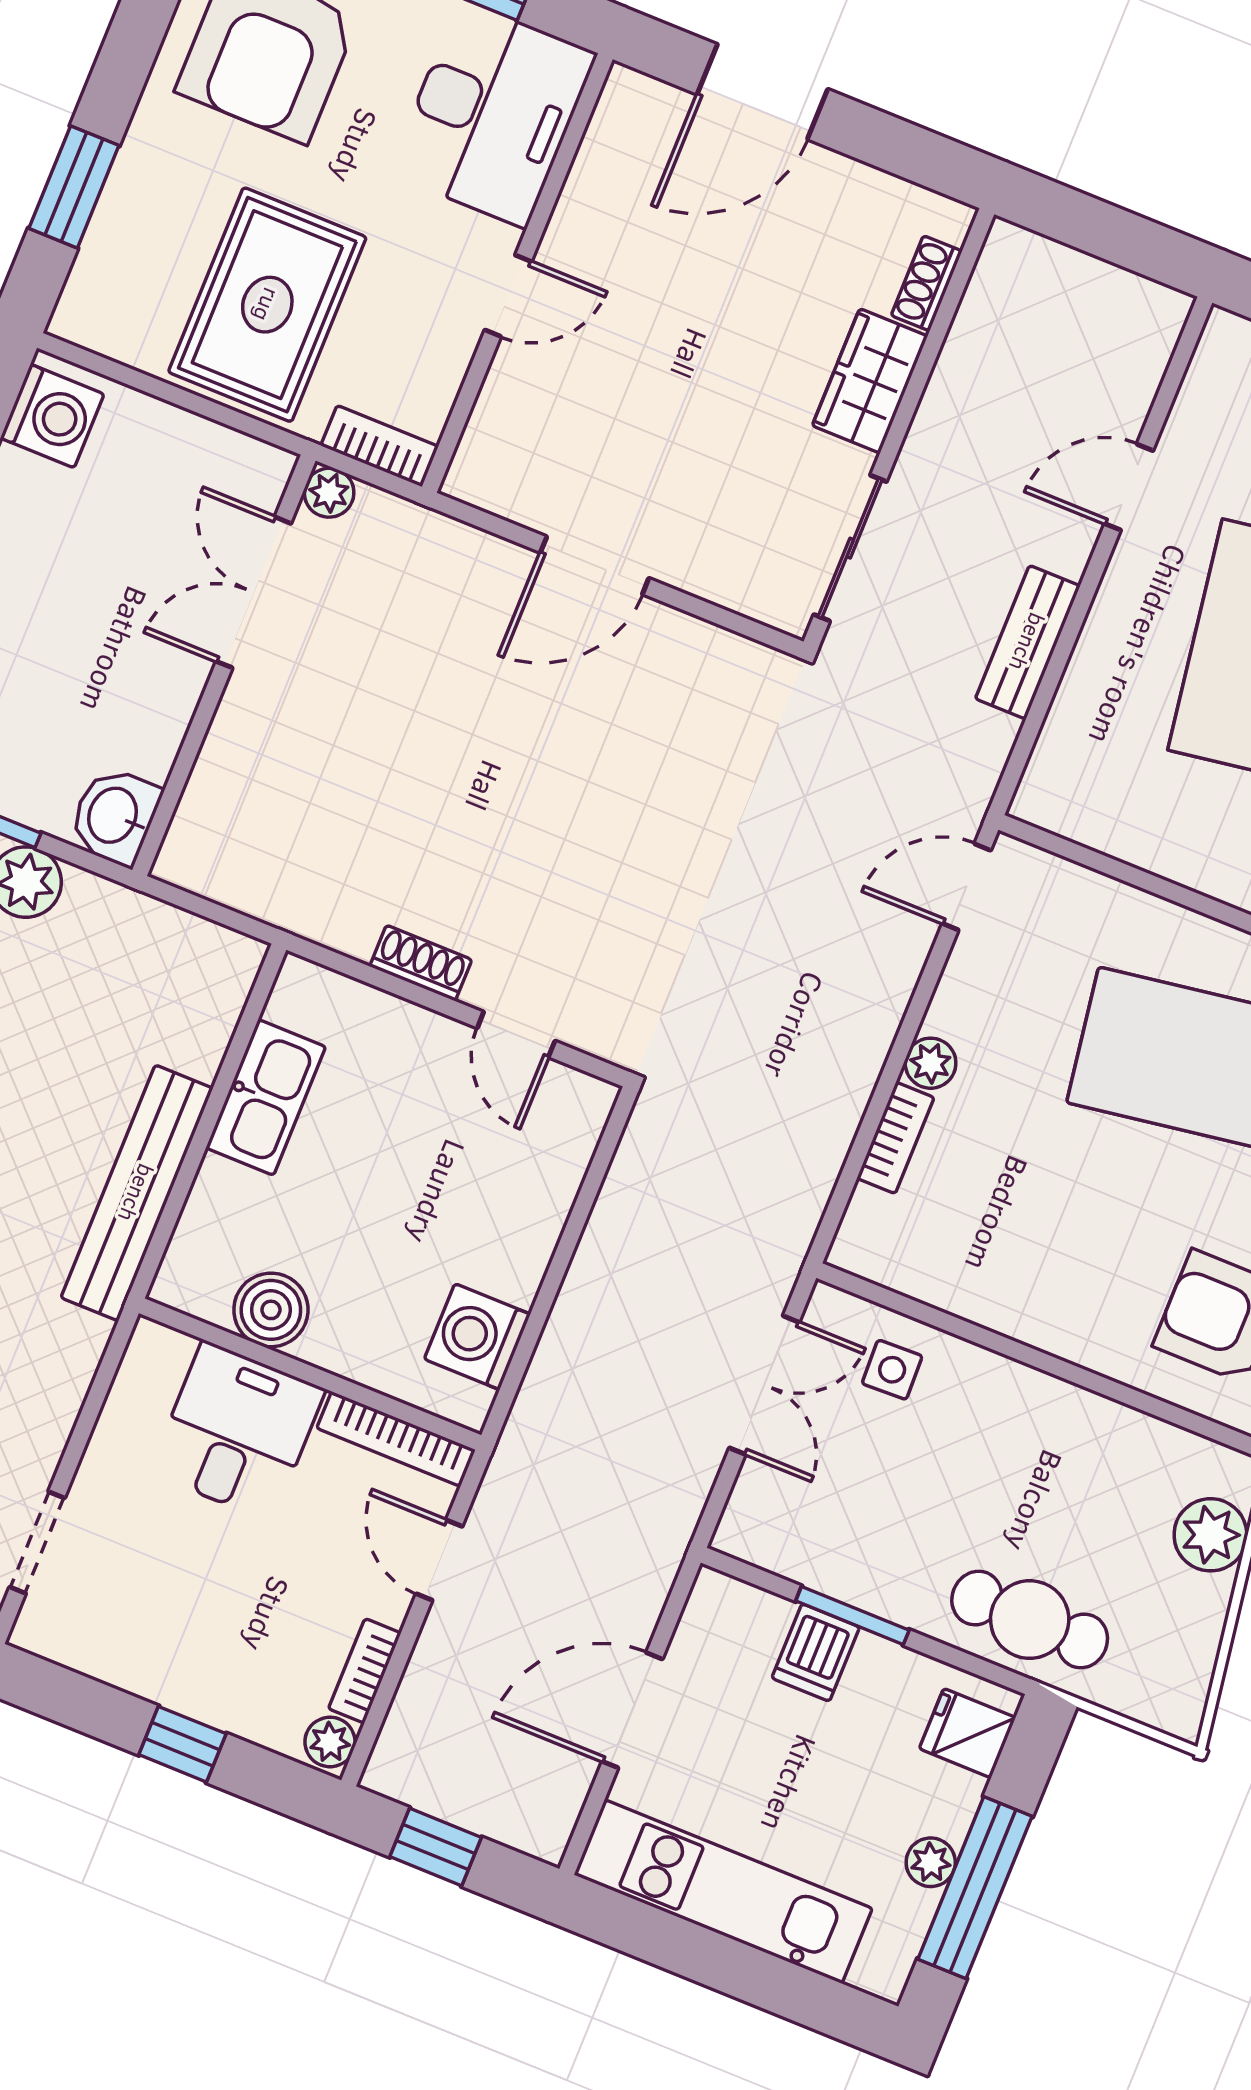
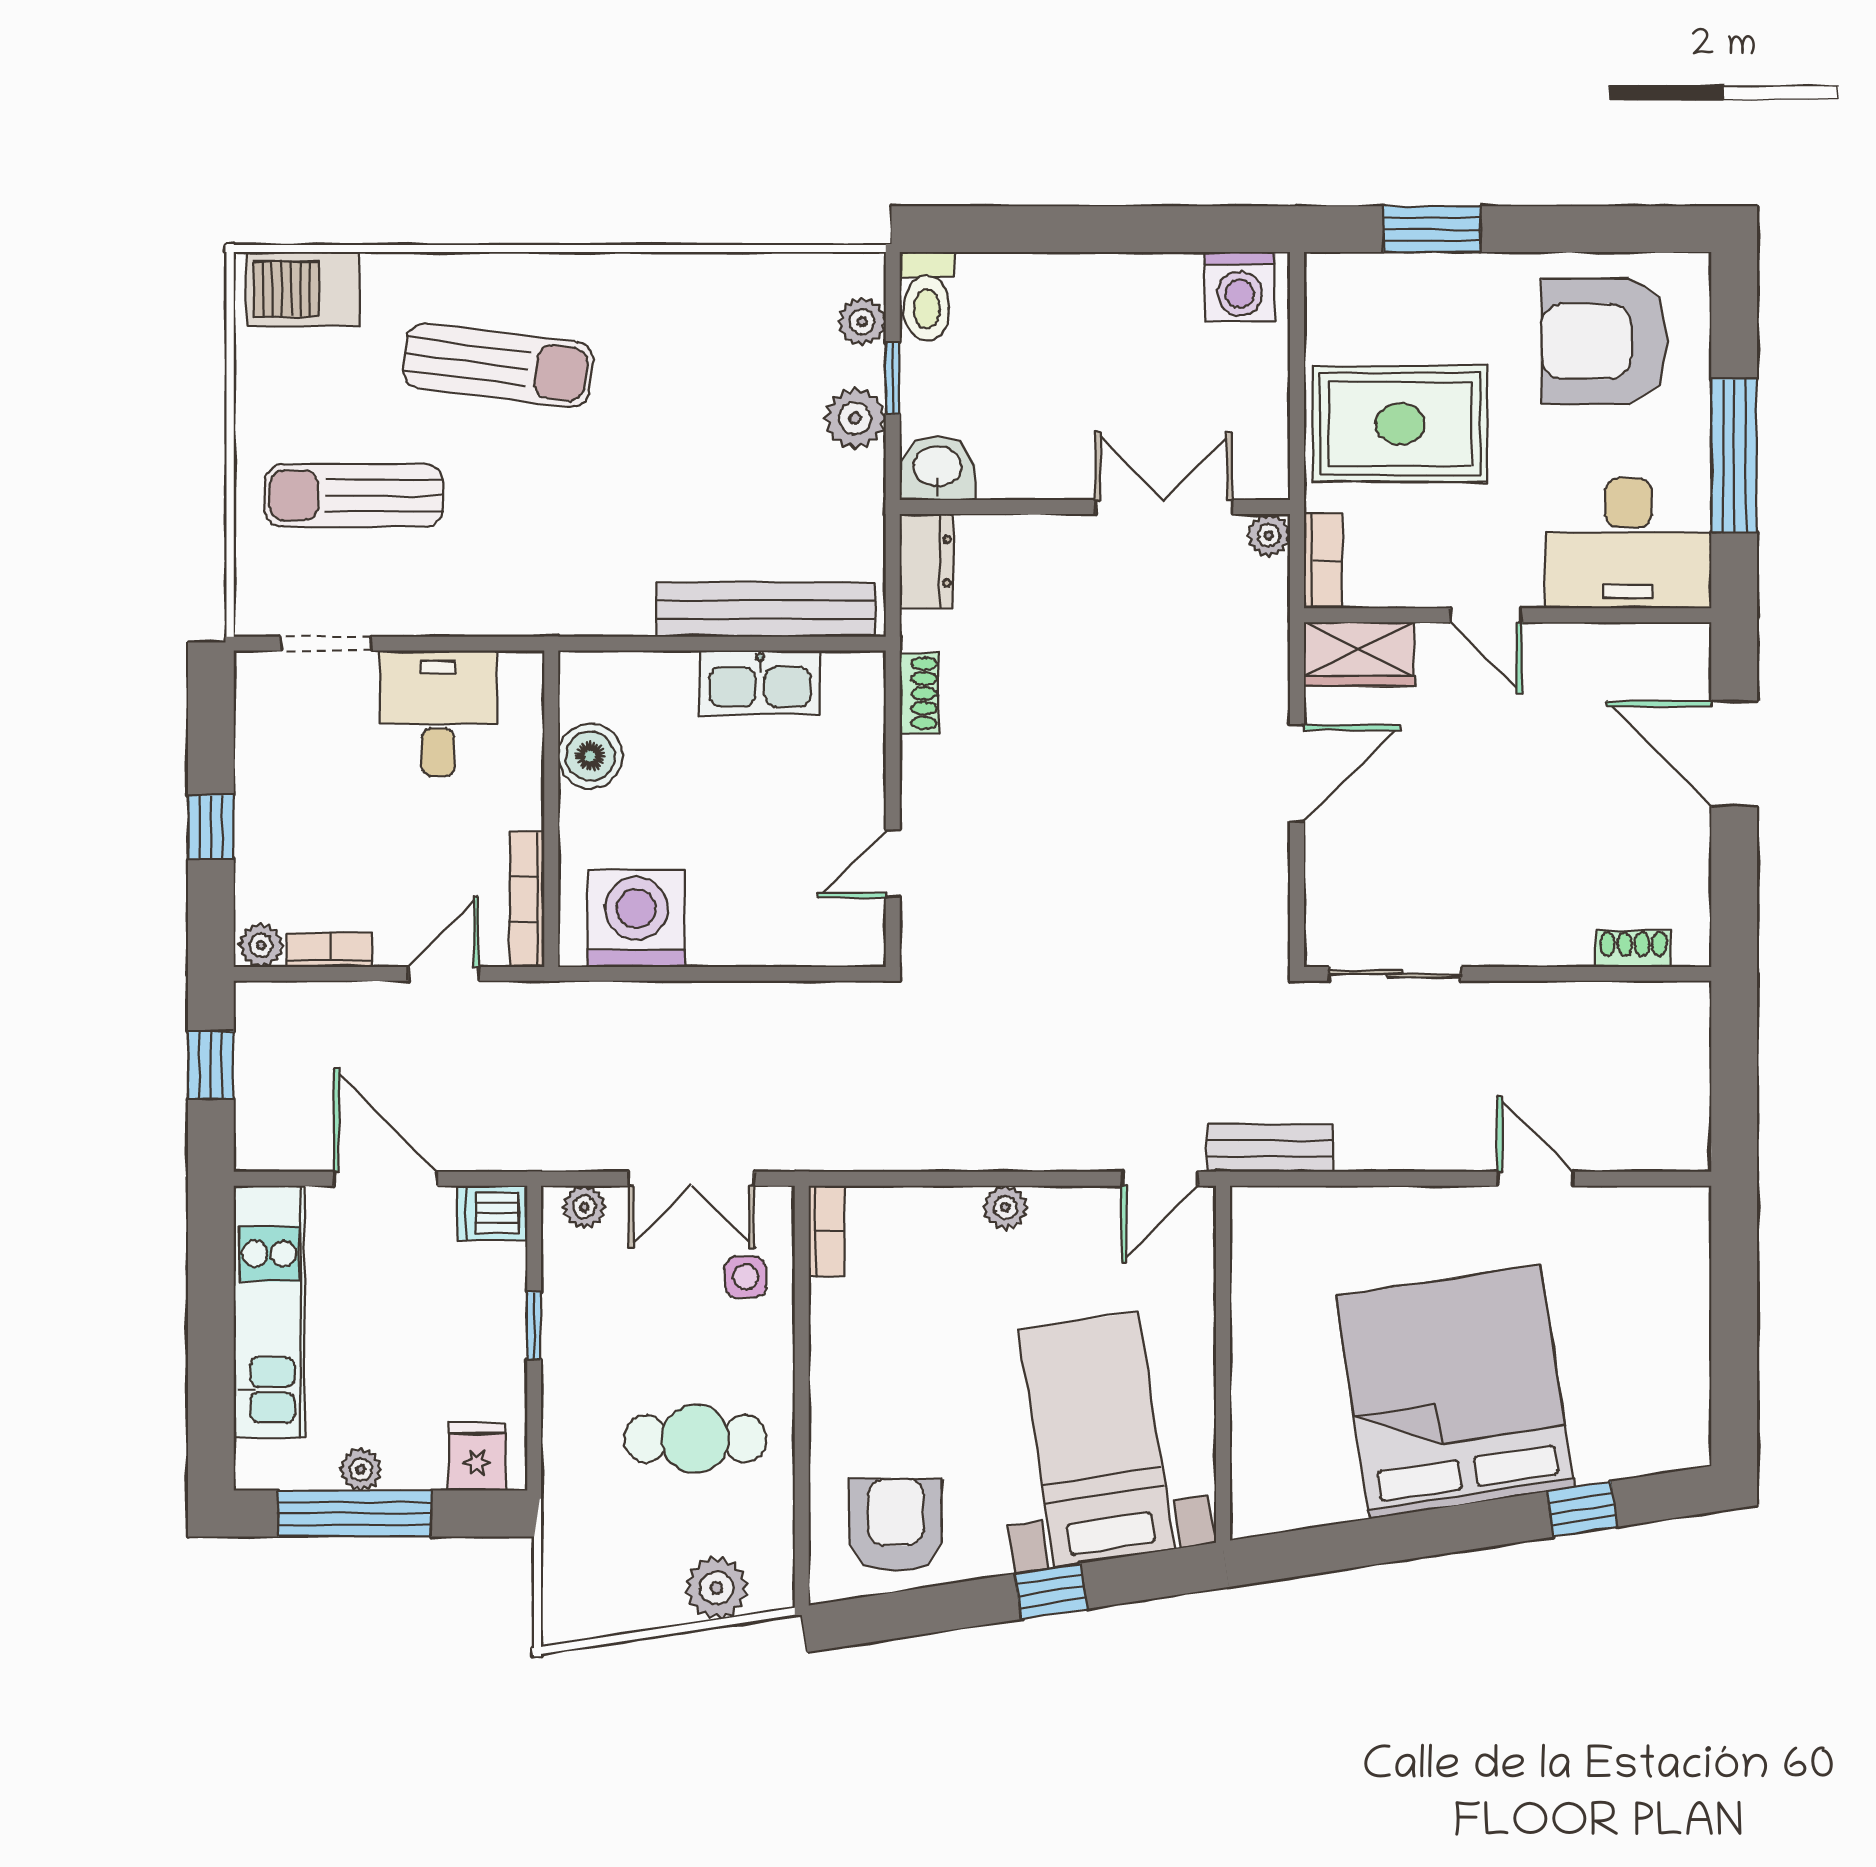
wardrobe: (870, 381) -> (1359, 654), moved, turned 180
door: (595, 565) -> (1297, 773), swing flipped
bench: (1028, 642) -> (1270, 1148), moved
dresser: (209, 868) -> (926, 561), added
door: (967, 887) -> (1159, 1179), swing flipped
shoe rack: (421, 963) -> (919, 693), moved
bookcase: (895, 1138) -> (827, 1231), moved, turned -90
bench: (137, 1193) -> (766, 610), moved
washing machine: (477, 1337) -> (636, 918), width x1.37, depth x1.37
desk: (237, 1431) -> (438, 713), moved, turned -90
plant: (748, 1511) -> (584, 1207), added
window: (852, 1616) -> (534, 1325), width x0.67
cafe table: (1030, 1620) -> (695, 1439), moved, turned 90
dishwasher: (816, 1653) -> (492, 1213), moved

